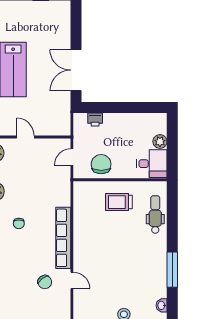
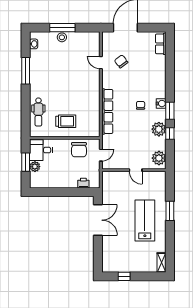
window: (172, 148) -> (26, 162), added
row of seats: (63, 238) -> (107, 111), moved

